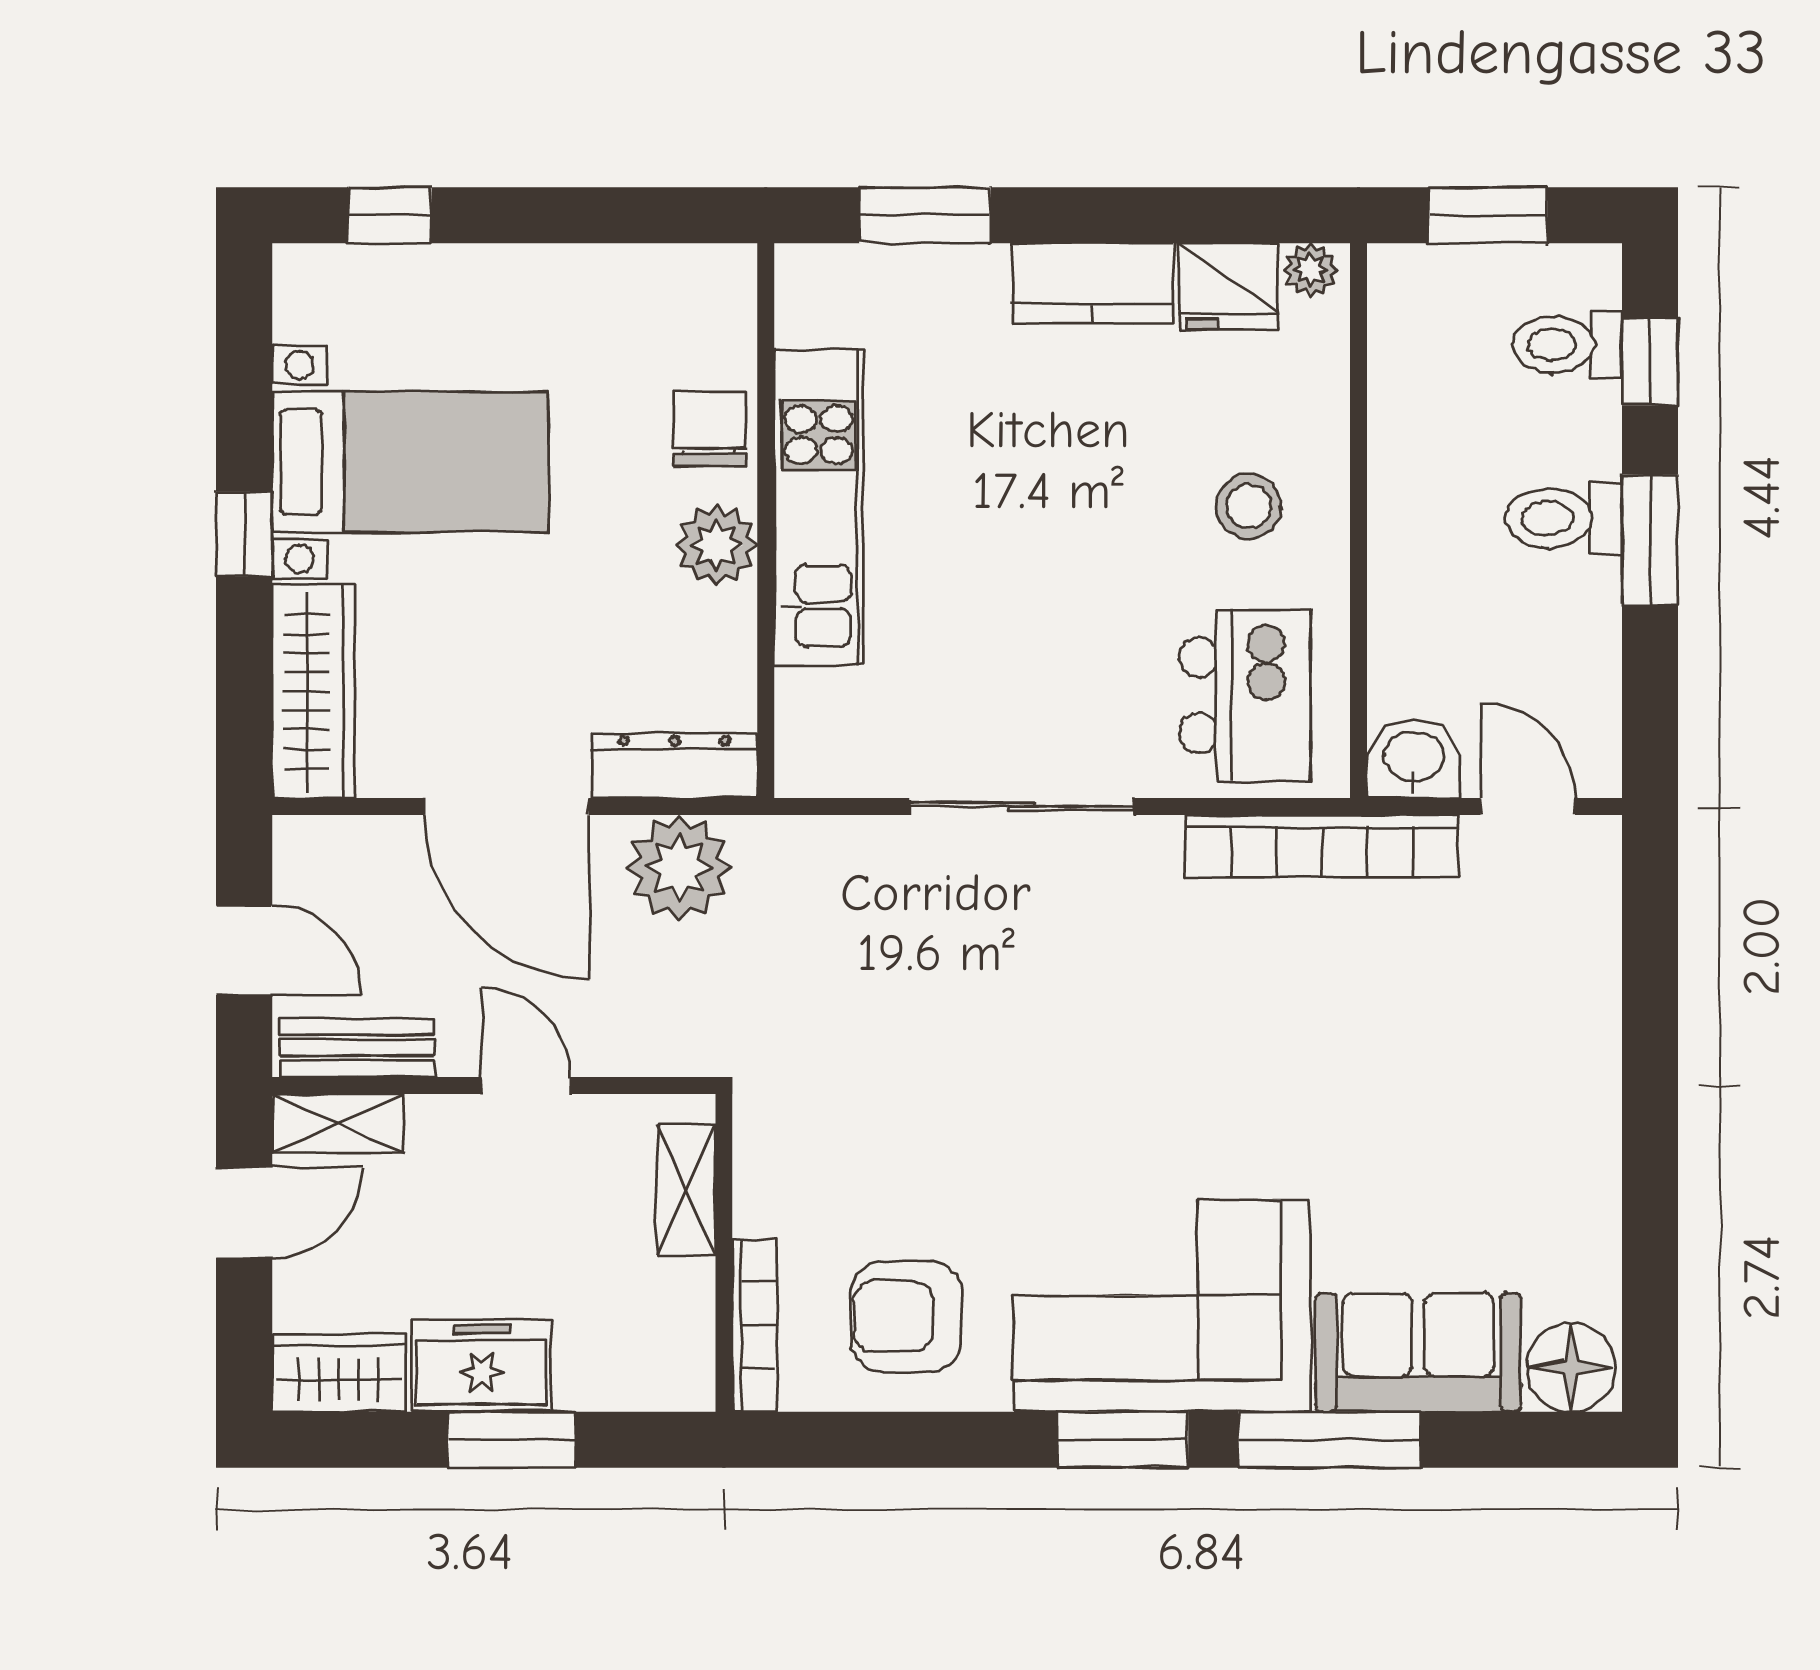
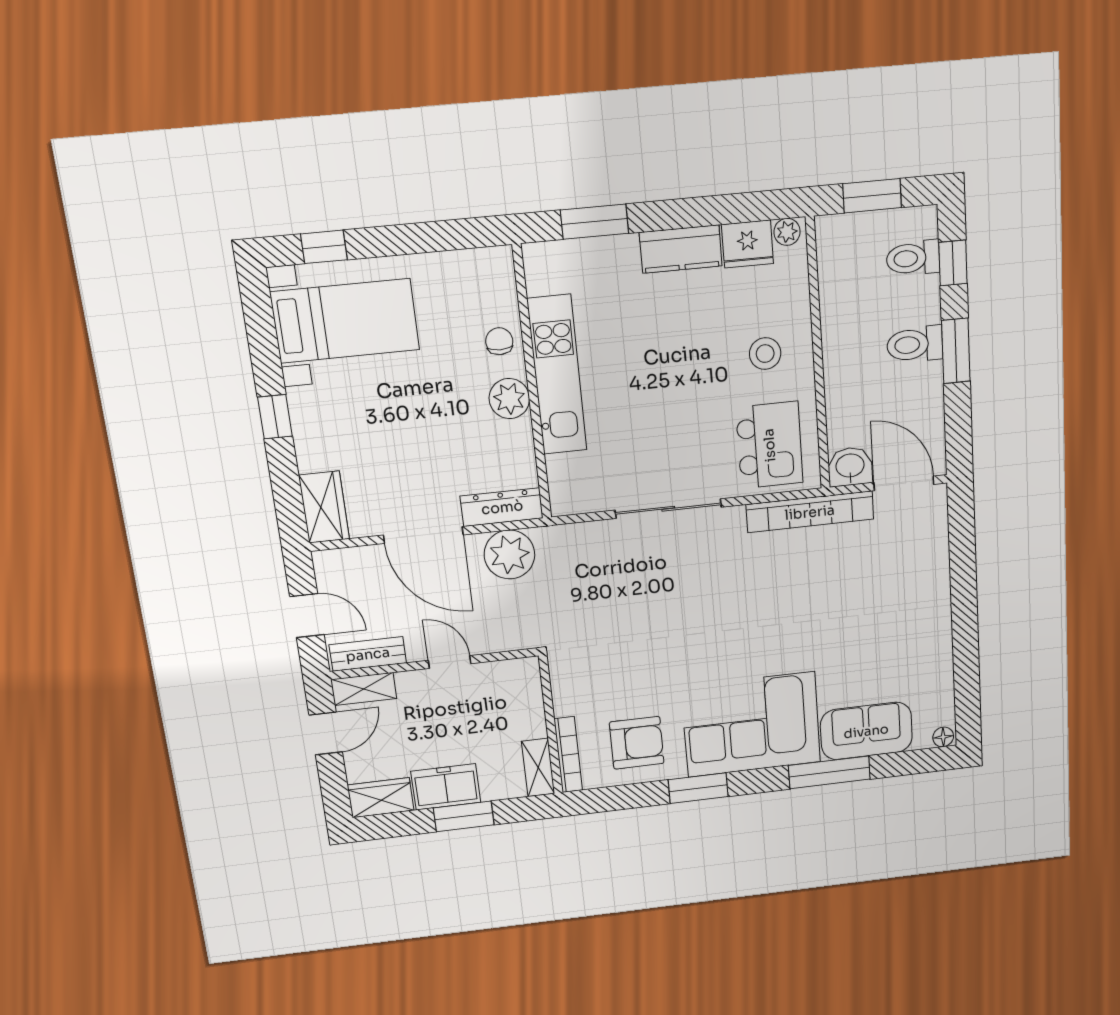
chair: (710, 429) -> (499, 341), width x0.73, depth x0.73
bed with nightstands: (410, 462) -> (345, 321), moved
wardrobe: (313, 691) -> (324, 507), width x0.67
door: (1528, 807) -> (904, 483), width x1.37
shelving: (686, 1190) -> (538, 768), moved
armchair: (907, 1317) -> (637, 743), turned 180
floor lamp: (1571, 1367) -> (943, 737), width x0.53, depth x0.53
window: (1123, 1440) -> (698, 788), moved

